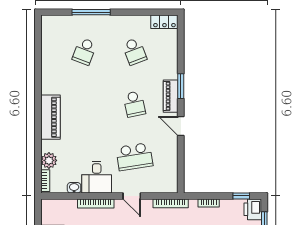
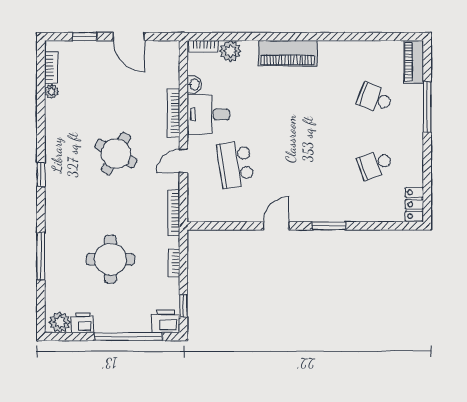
piano: (171, 96) -> (414, 62), moved, turned -90
school desk: (134, 104) -> (305, 164), removed

